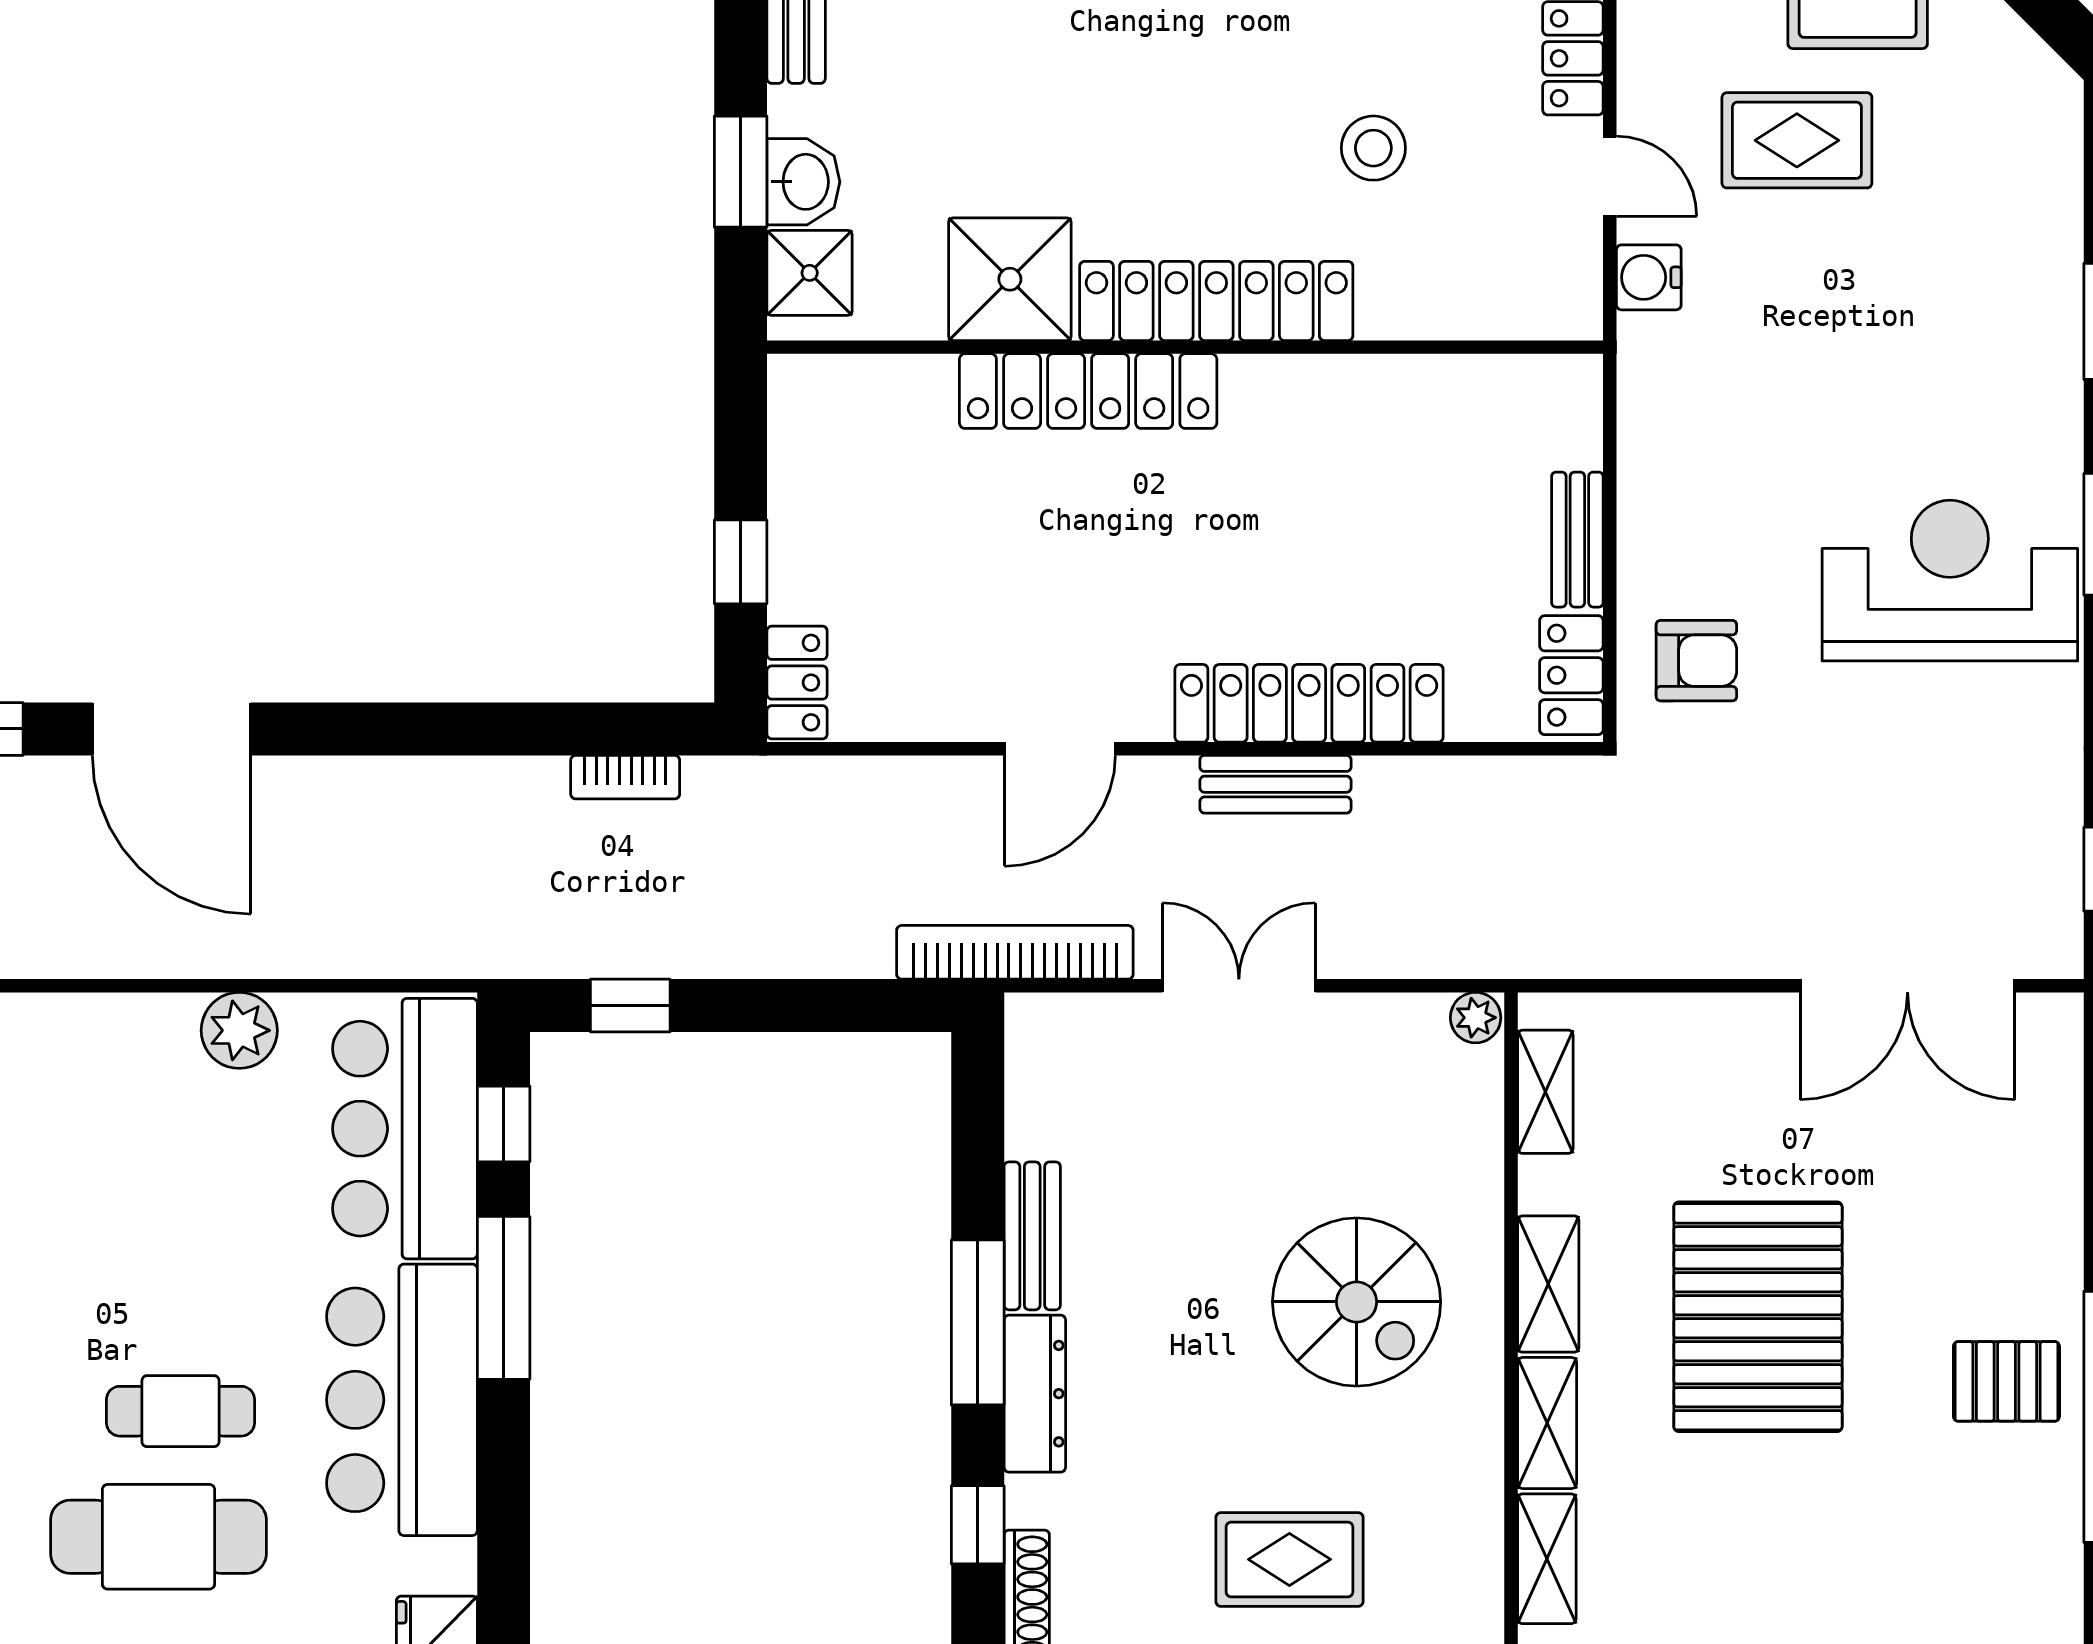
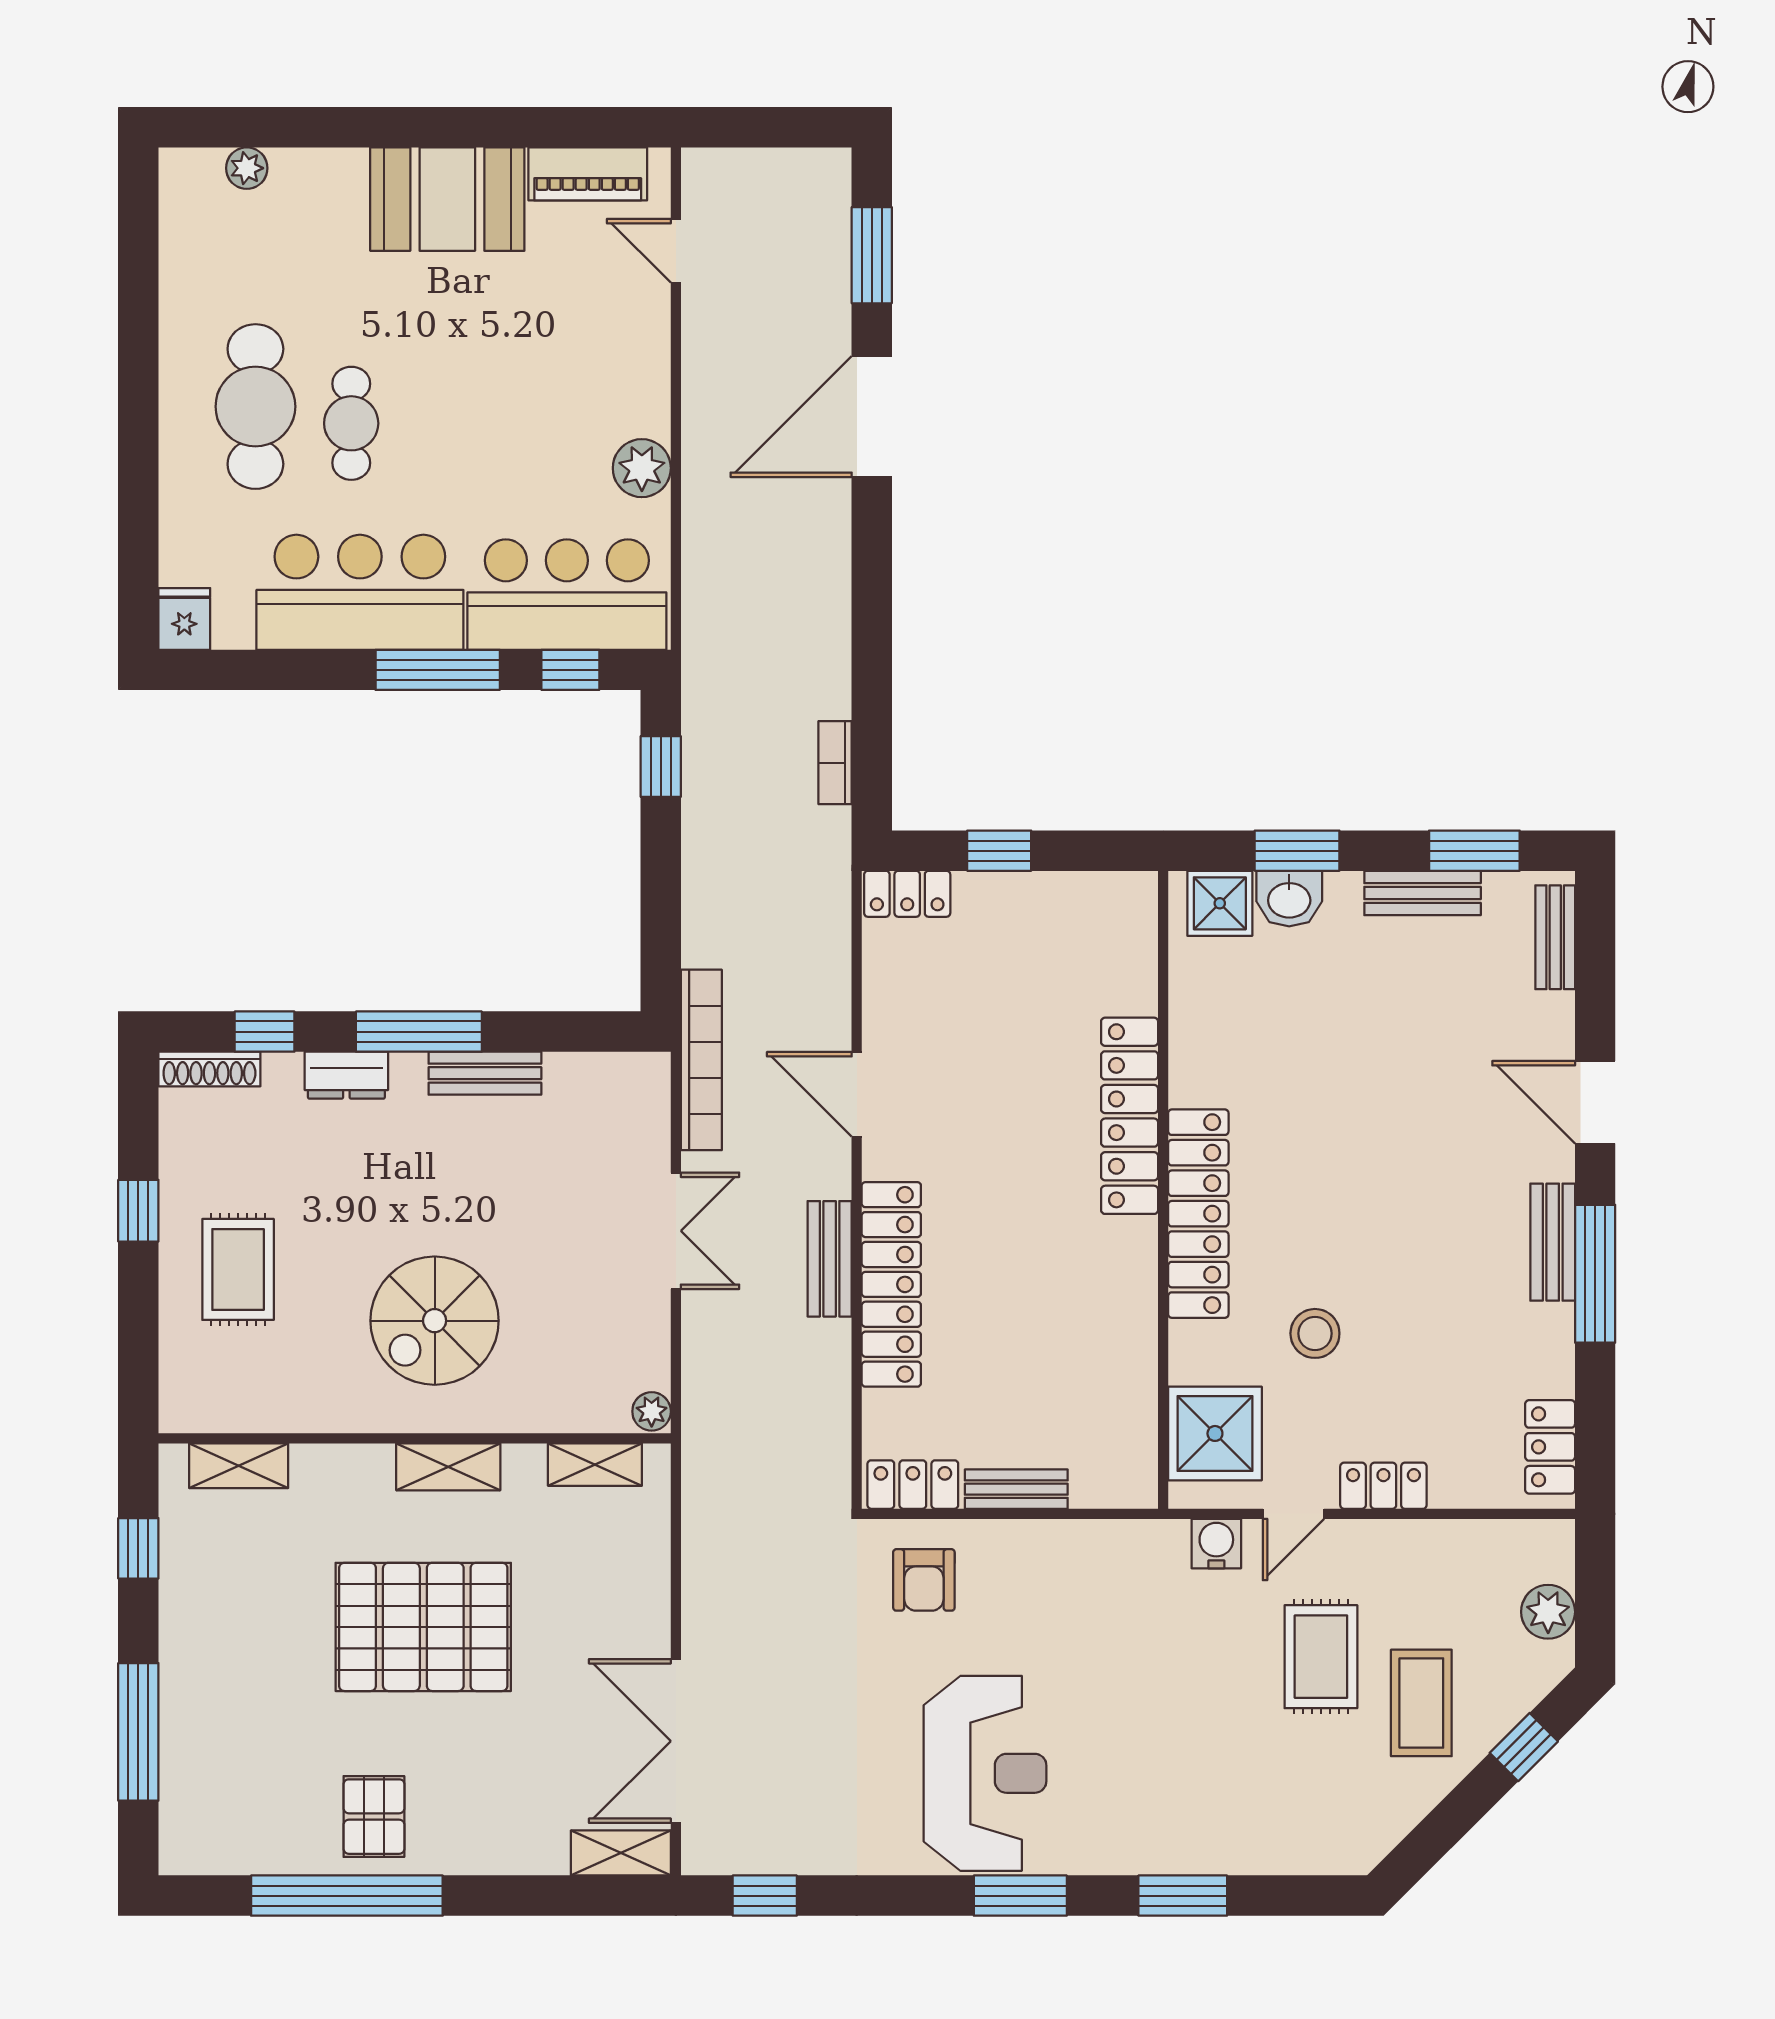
shower: (1010, 279) -> (1215, 1433), moved
dresser: (1035, 1394) -> (346, 1075), width x0.70
shelving: (1547, 1423) -> (621, 1853), moved

